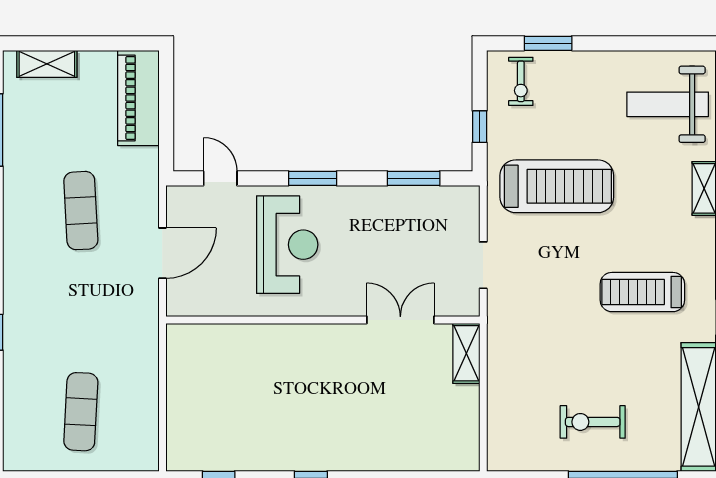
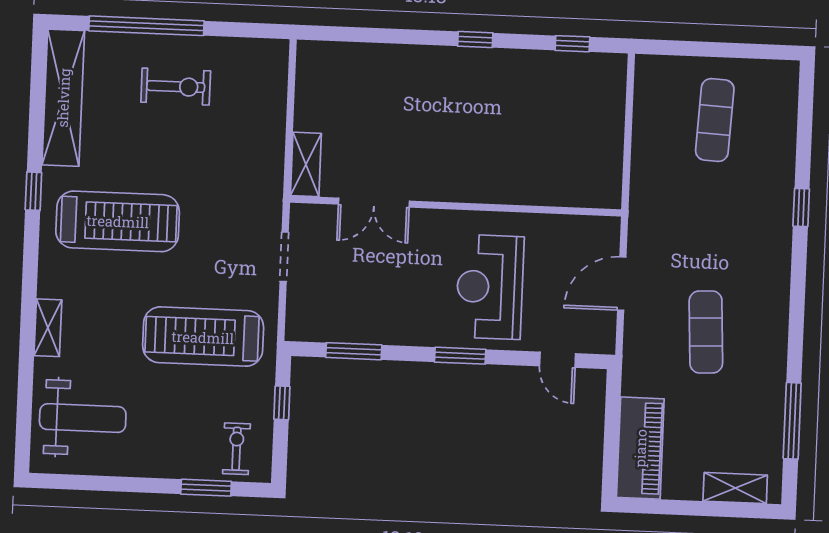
treadmill: (642, 292) -> (118, 221), width x1.37, depth x1.38

